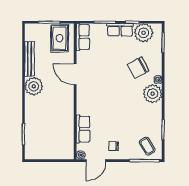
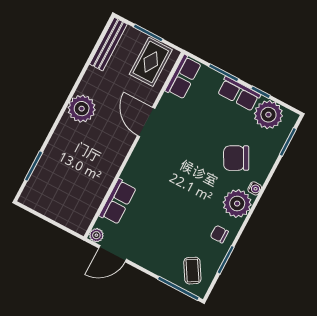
bench: (30, 59) -> (108, 44), moved
chair: (114, 146) -> (219, 234), moved

